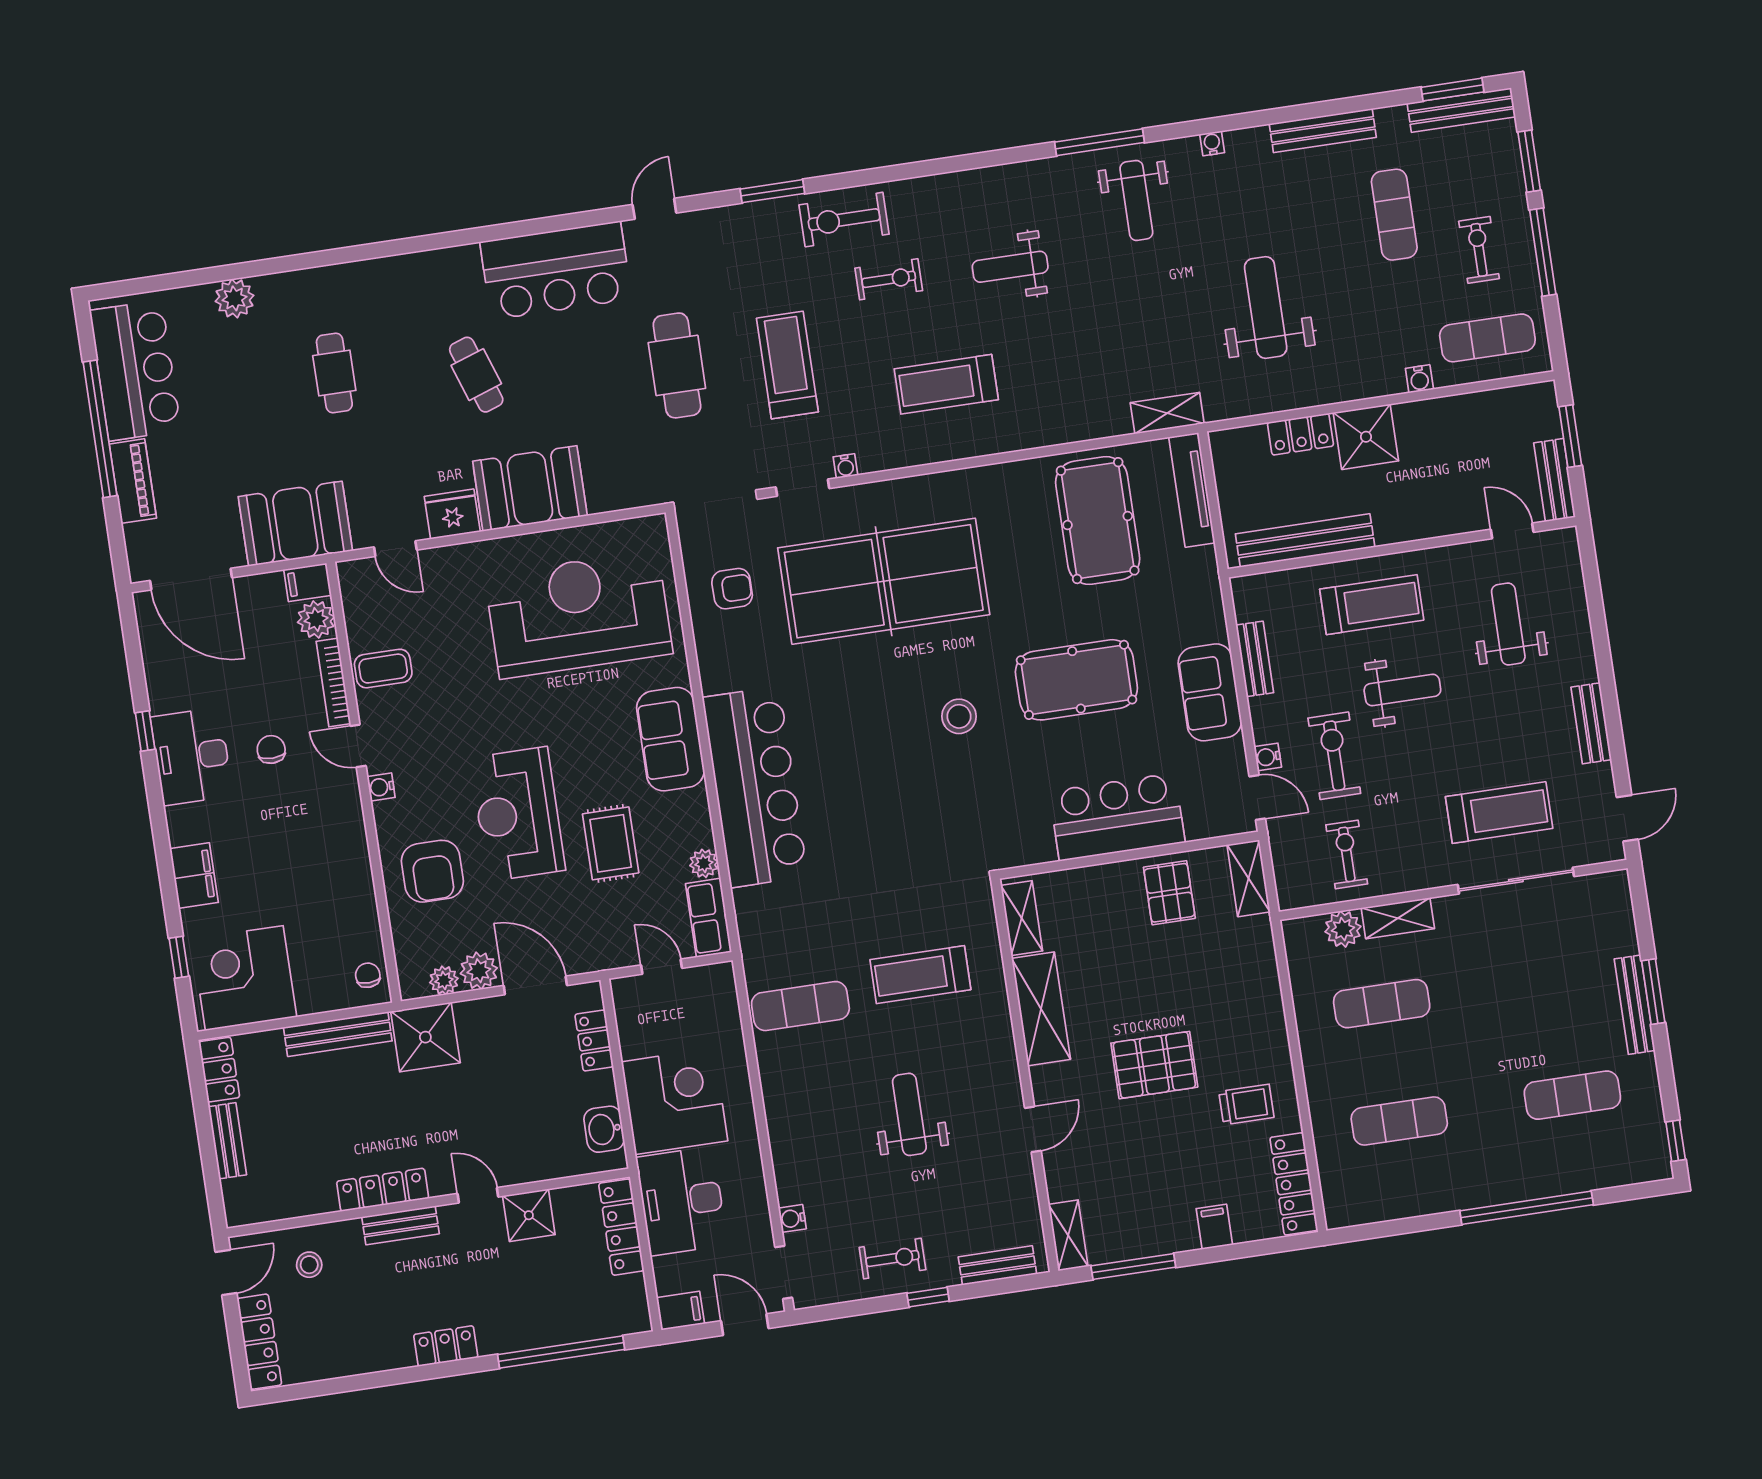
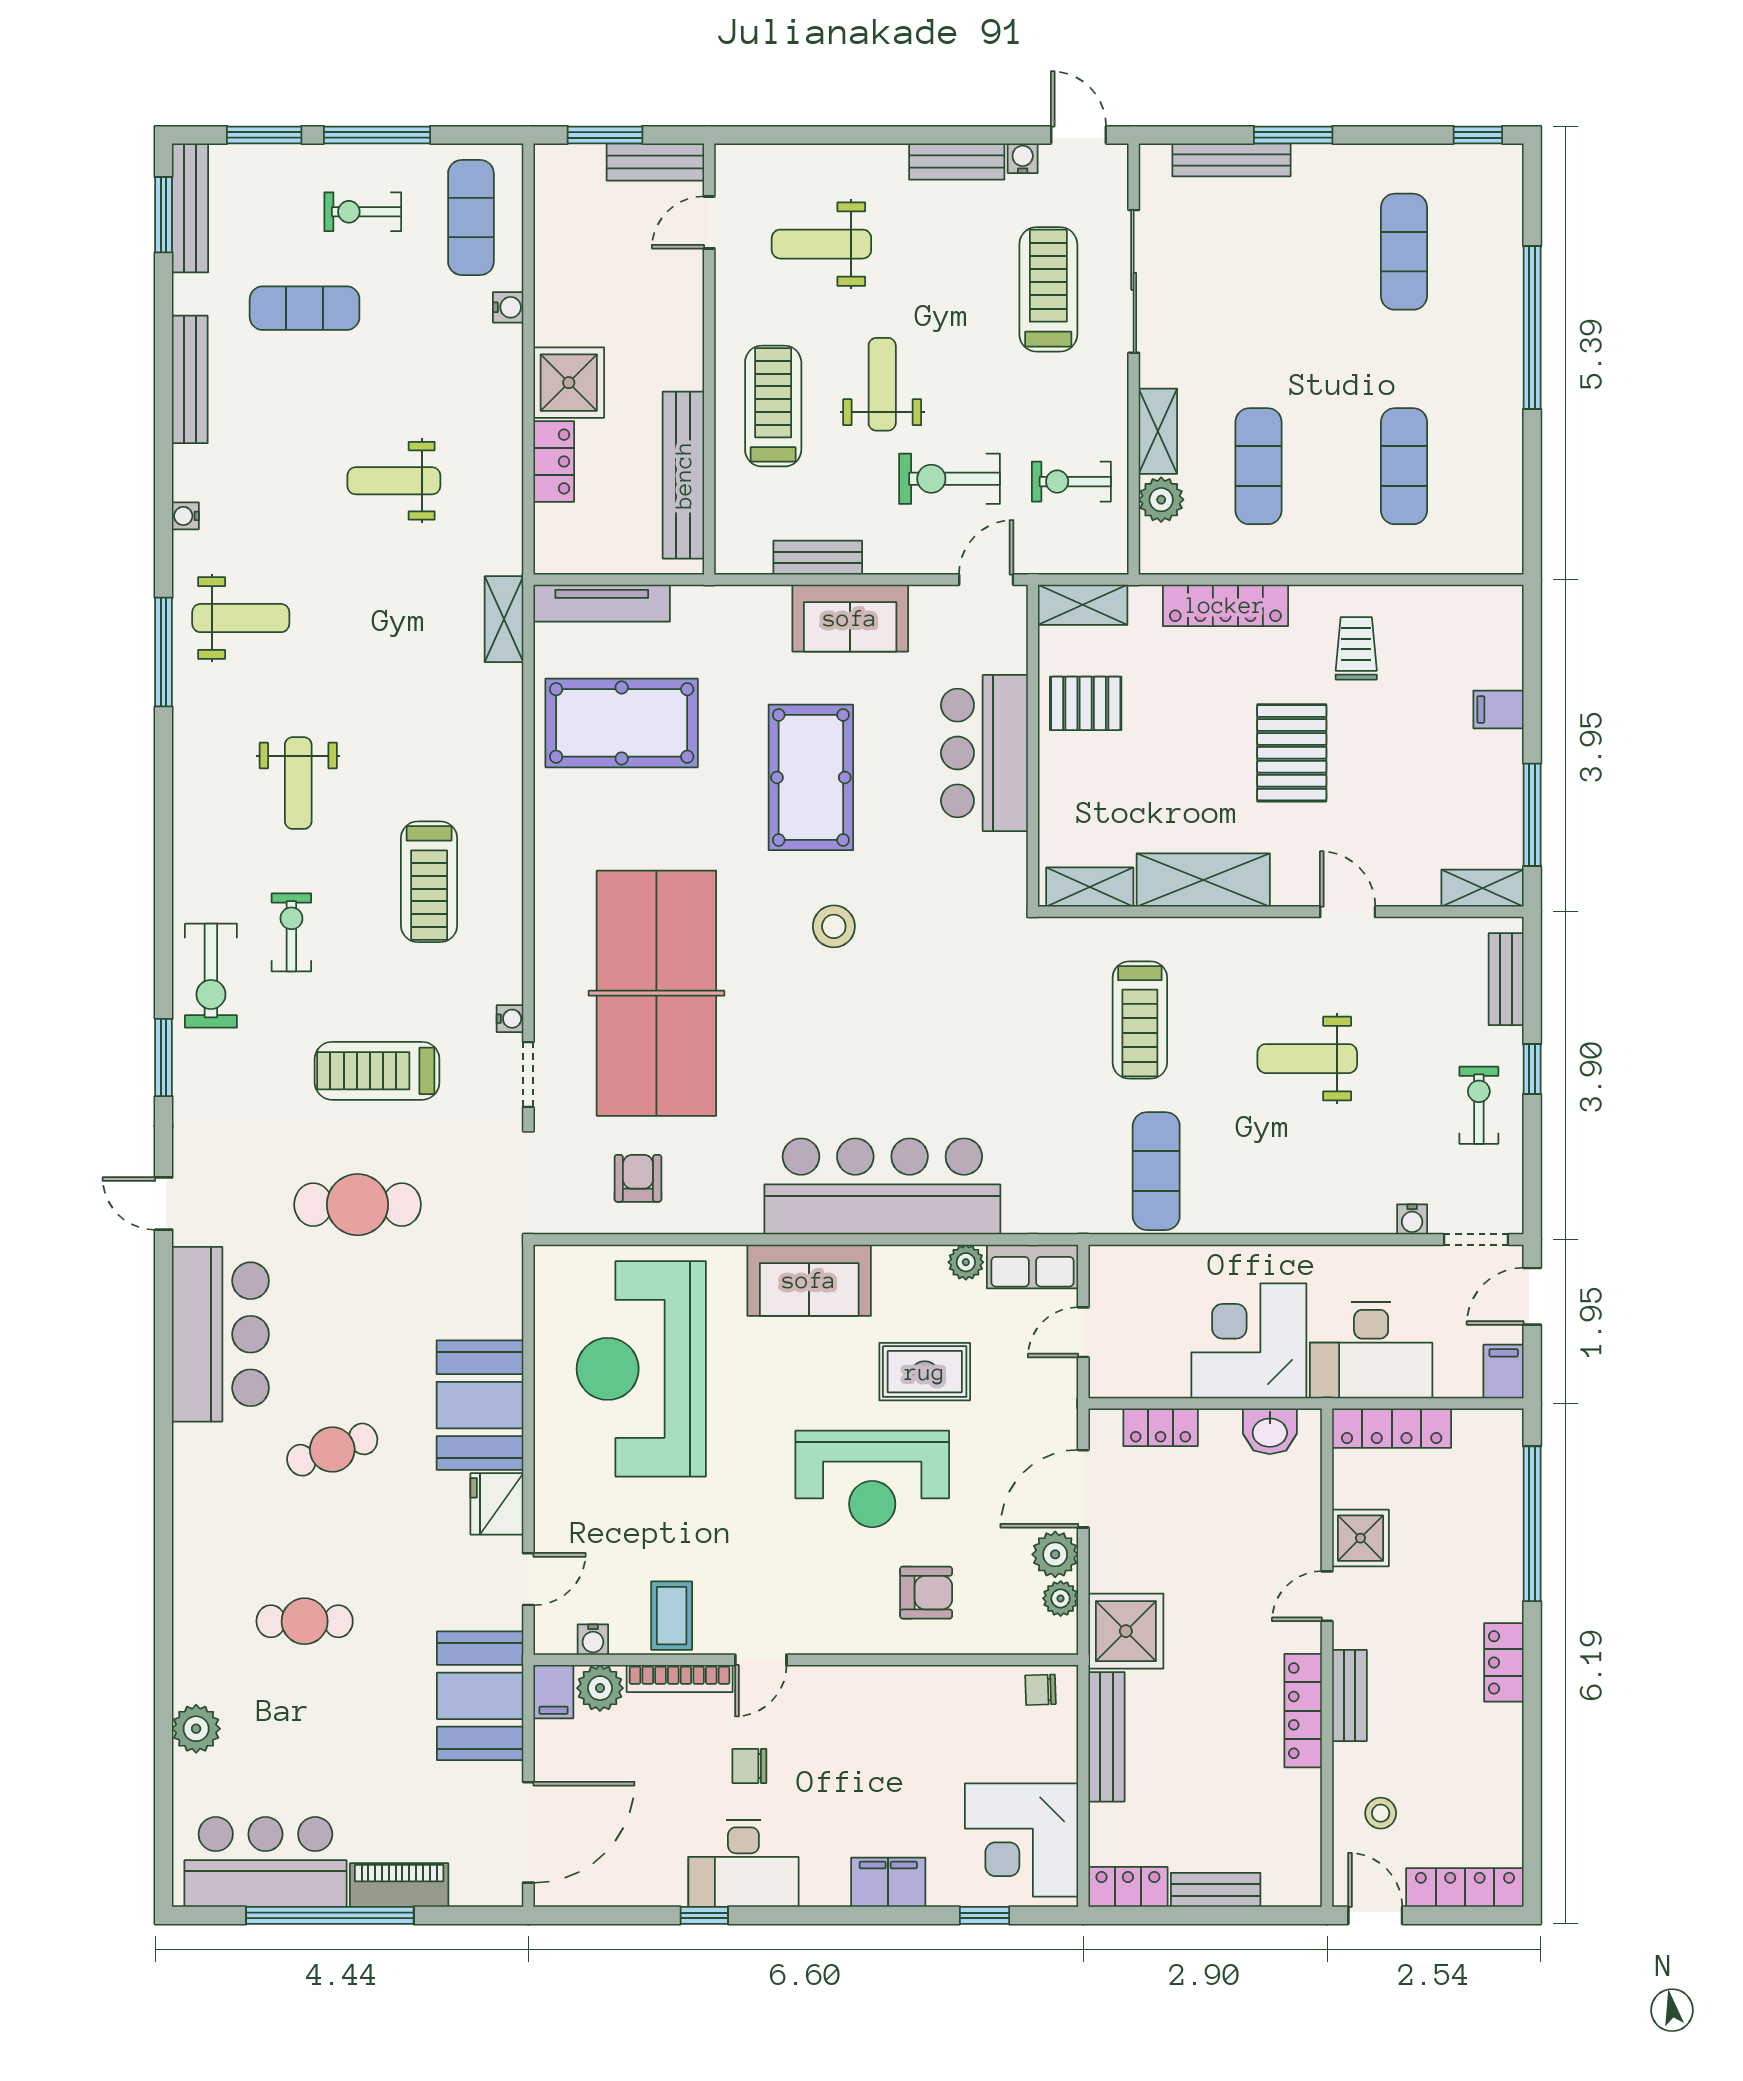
weight bench: (1266, 307) -> (394, 481), width x0.73, depth x0.75
water cooler: (1268, 757) -> (1023, 158), moved, turned 180
water cooler: (381, 787) -> (593, 1640), moved
armchair: (432, 871) -> (926, 1593), width x0.72, depth x0.72
bench: (1635, 1005) -> (1231, 160), moved
locker: (1294, 1184) -> (1225, 605), moved

